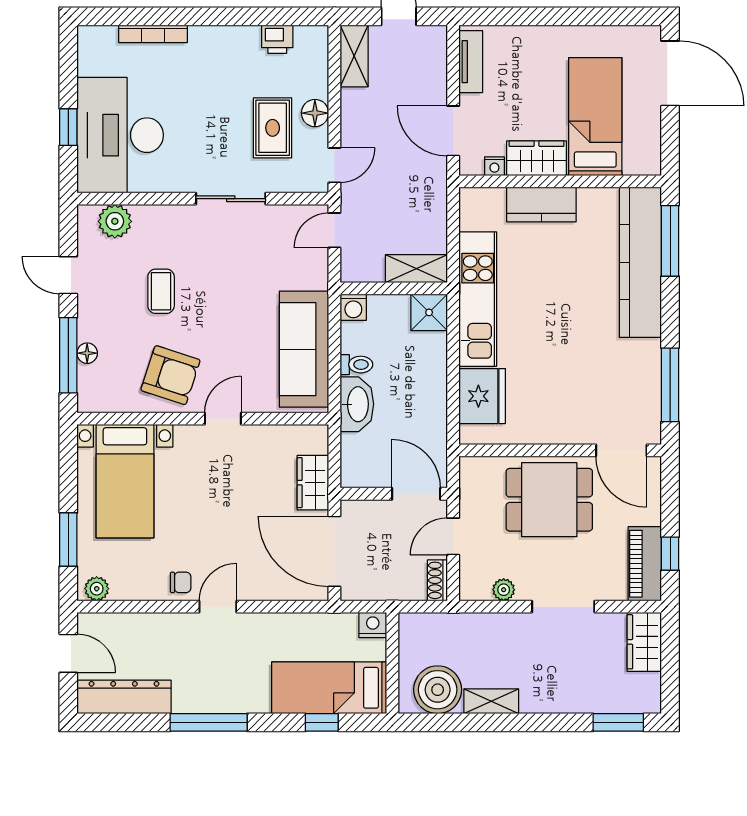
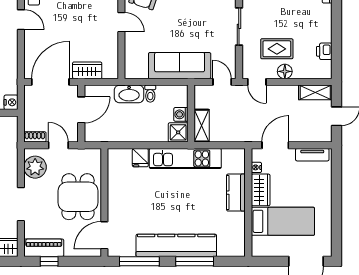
window: (670, 241) -> (195, 261), moved
kitchen counter: (640, 262) -> (176, 245), moved
washing machine: (353, 307) -> (181, 114), moved
sofa: (304, 349) -> (180, 66), moved
fridge: (482, 396) -> (140, 158), width x0.53, depth x0.75
door: (416, 494) -> (81, 110), moved
plant: (504, 590) -> (35, 167), width x1.88, depth x1.88

